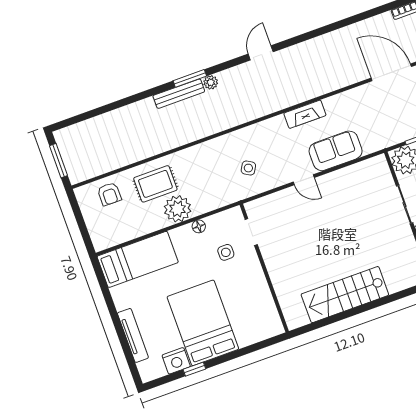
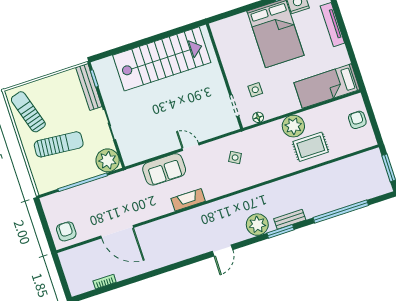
plant: (211, 82) -> (257, 225), width x1.87, depth x1.87
bench: (179, 94) -> (290, 219), width x0.73
window: (116, 105) -> (341, 212), added
armchair: (109, 194) -> (357, 120), moved
floor lamp: (199, 226) -> (258, 117), moved
stairs: (345, 295) -> (162, 59), width x1.36, depth x1.51

